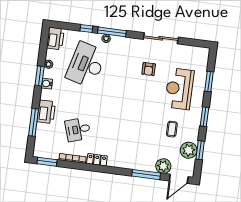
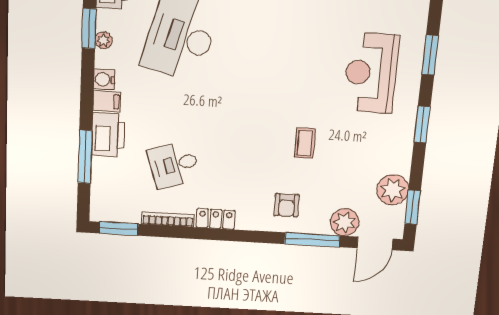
armchair: (149, 69) -> (287, 205), moved
window: (40, 76) -> (89, 29), moved
filing cabinet: (47, 95) -> (107, 101), added
coffee table: (172, 129) -> (305, 143), moved
window: (200, 150) -> (413, 207), moved

